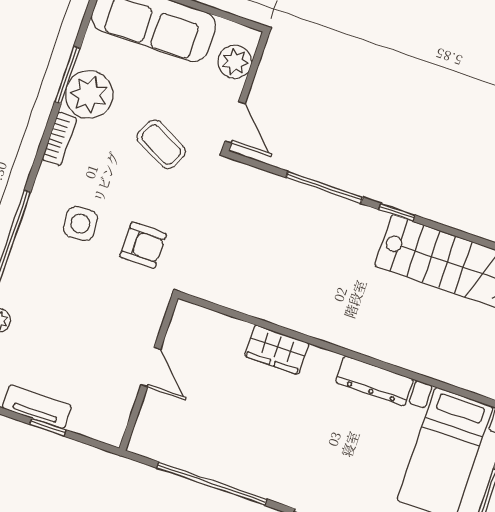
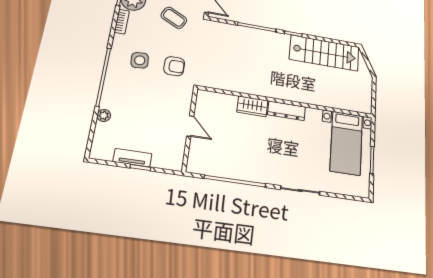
dresser: (375, 381) -> (287, 111), moved

